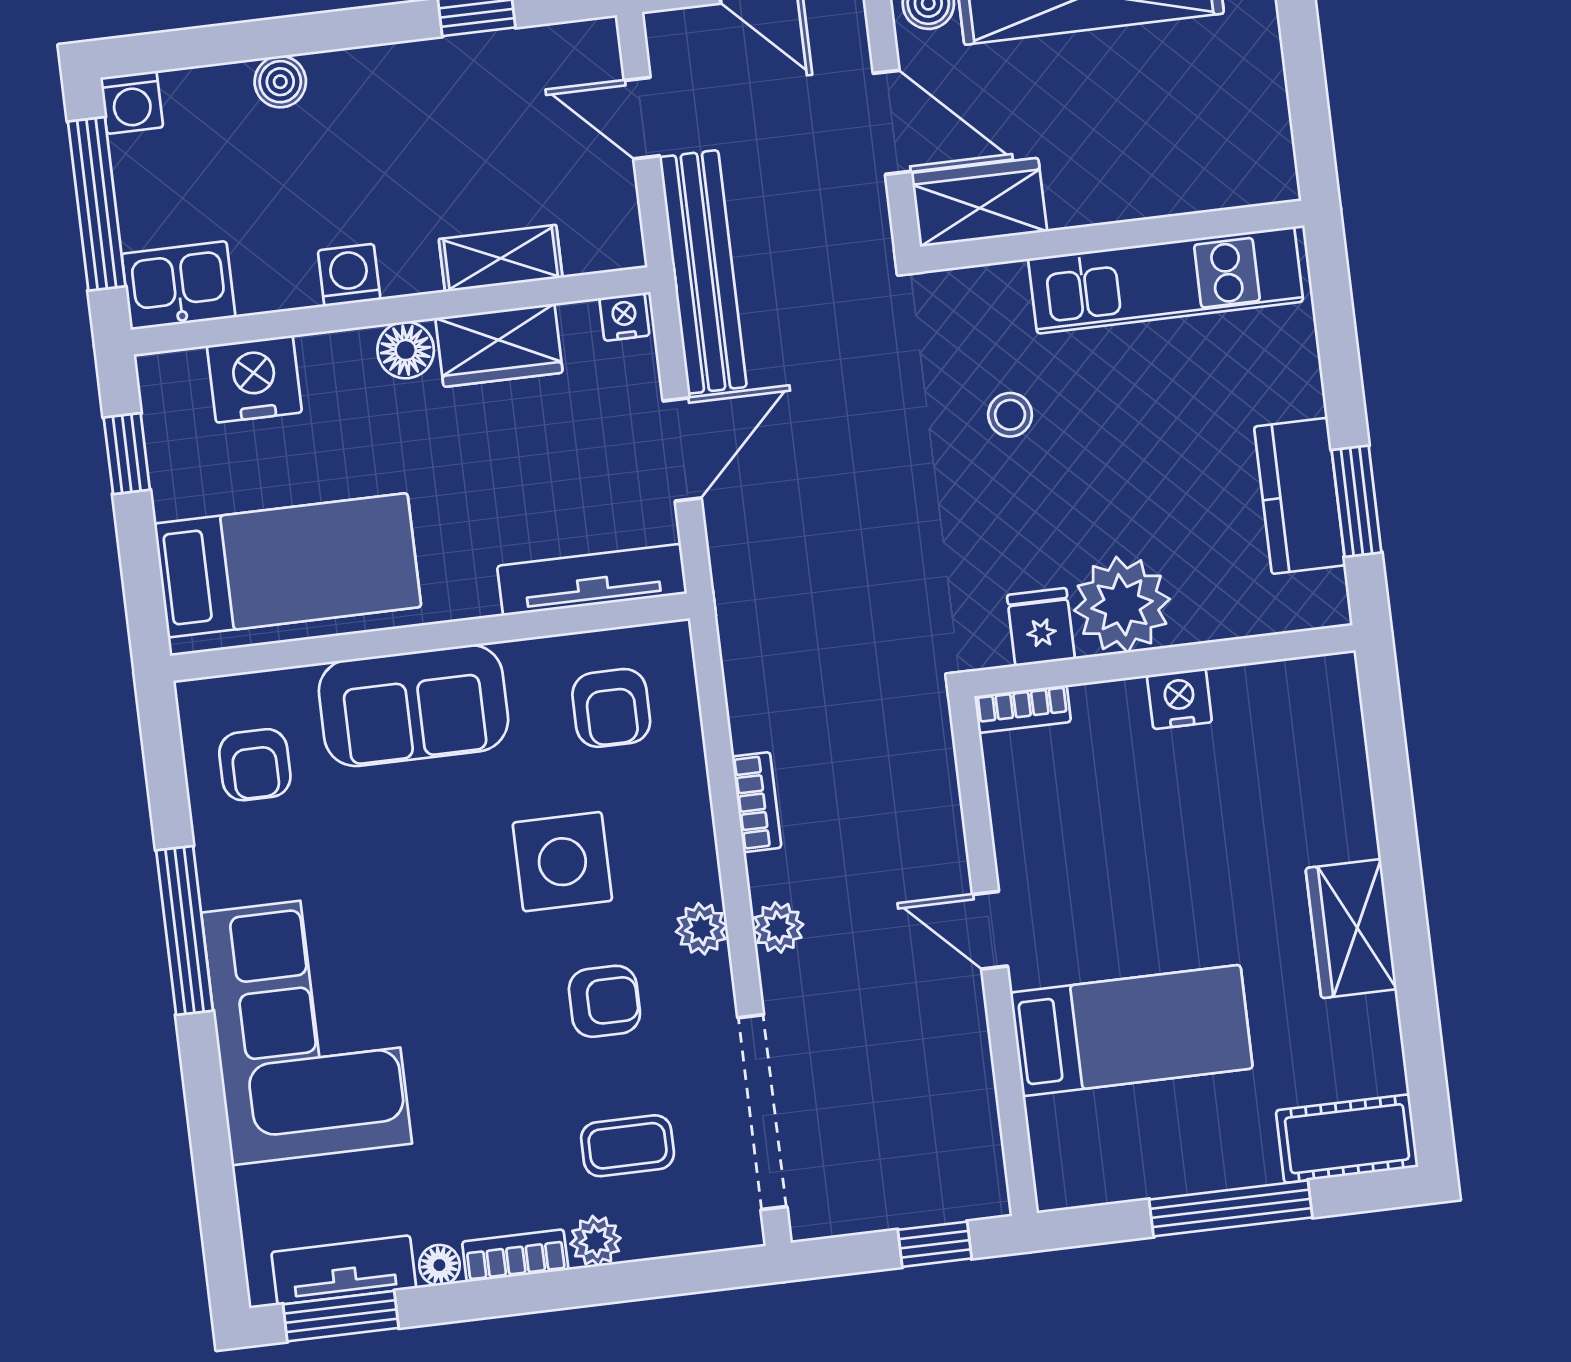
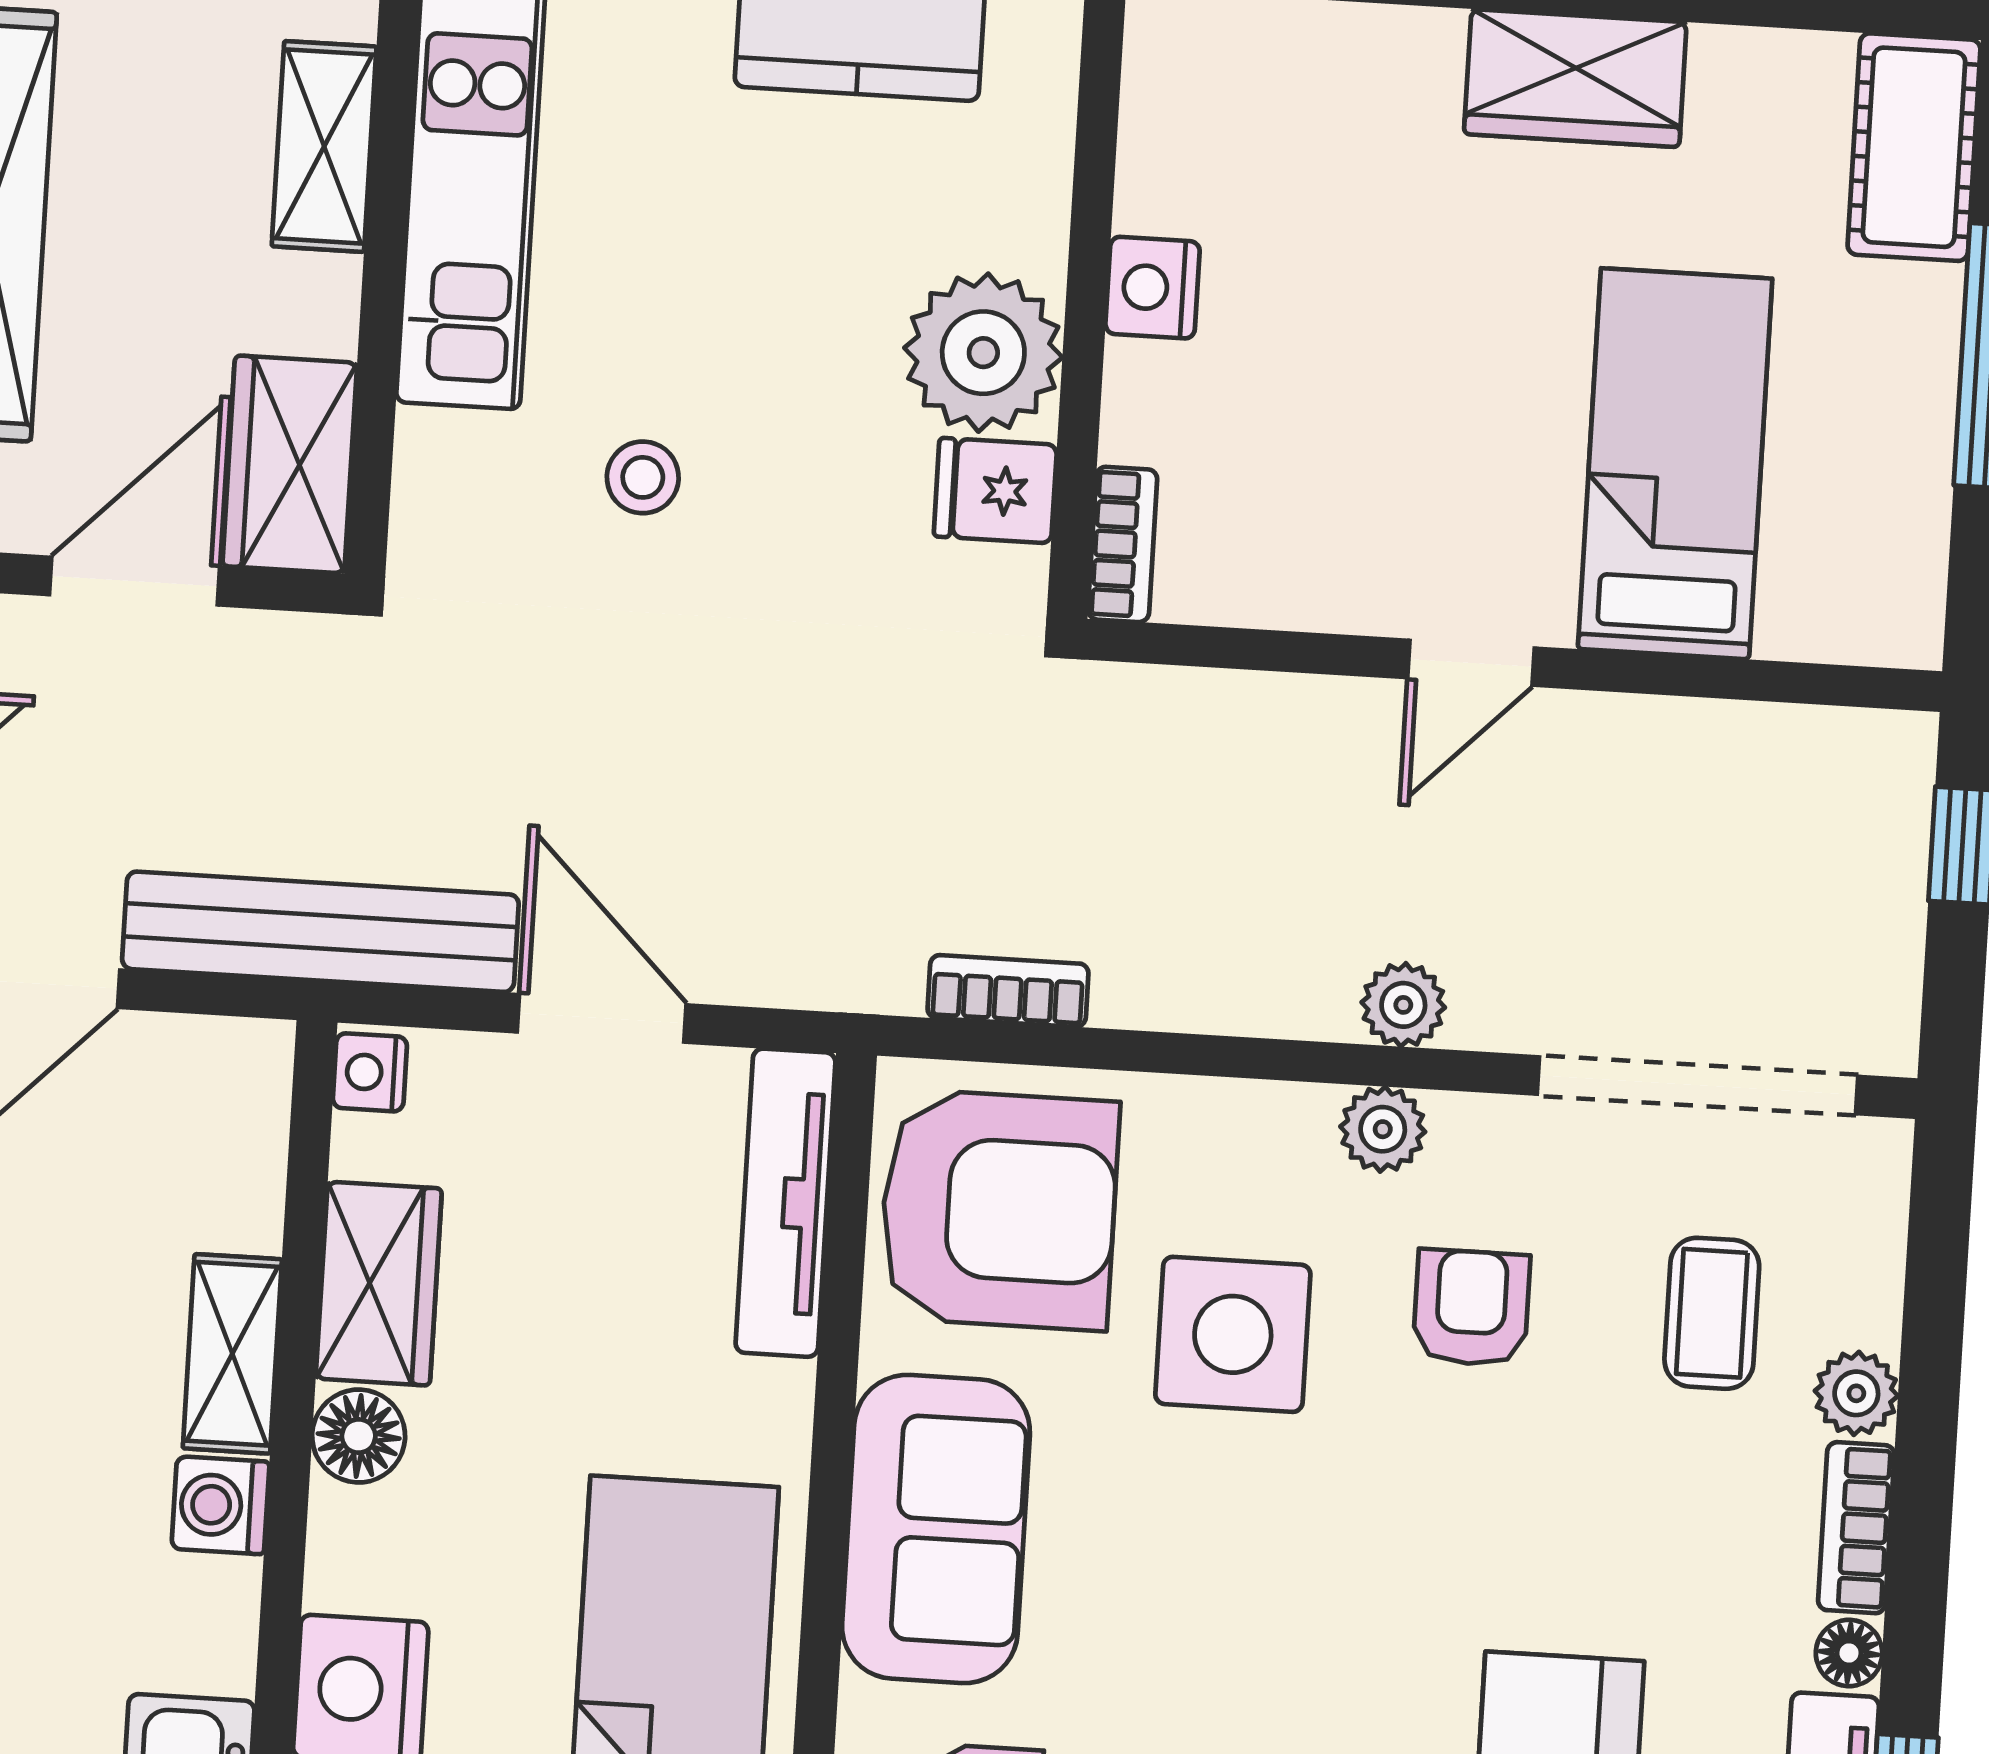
shelving: (1173, 188) -> (324, 146), added
shelving: (501, 258) -> (232, 1354), moved
armchair: (611, 708) -> (999, 1210), width x1.88, depth x1.88
bookcase: (757, 802) -> (1008, 991), moved

